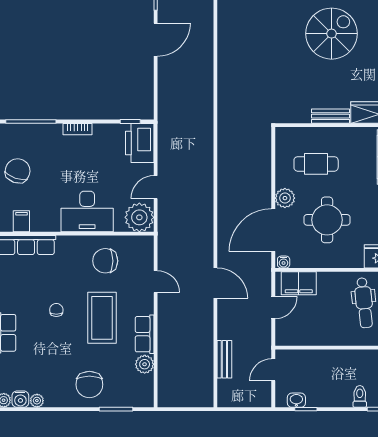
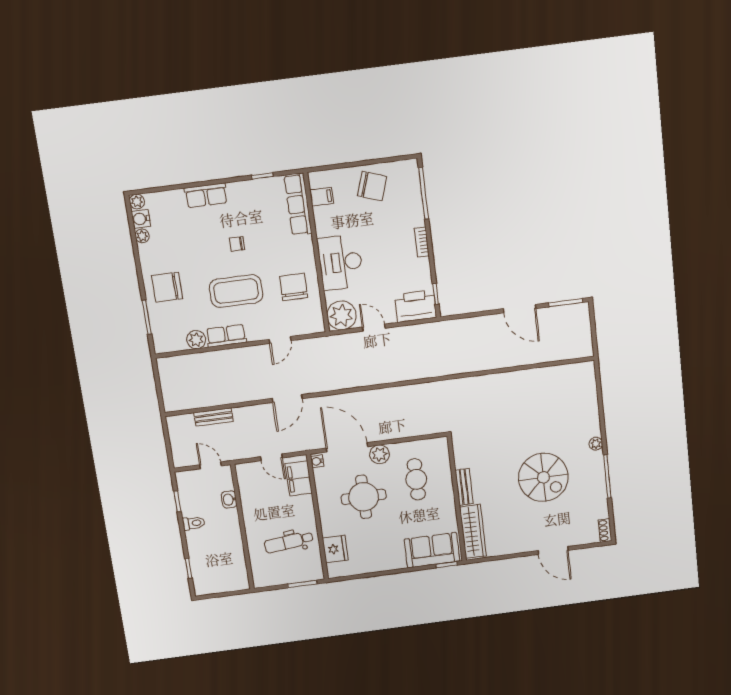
chair: (56, 310) -> (237, 244), turned 180
toilet: (360, 396) -> (194, 523), moved
washbasin: (296, 400) -> (229, 499), moved, turned 180

